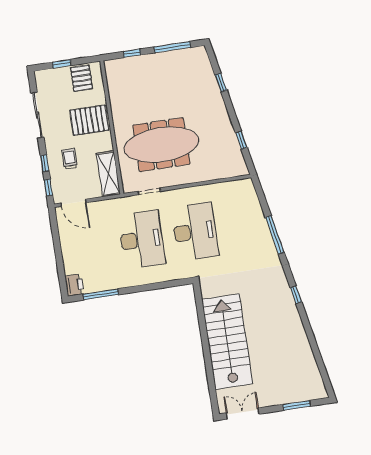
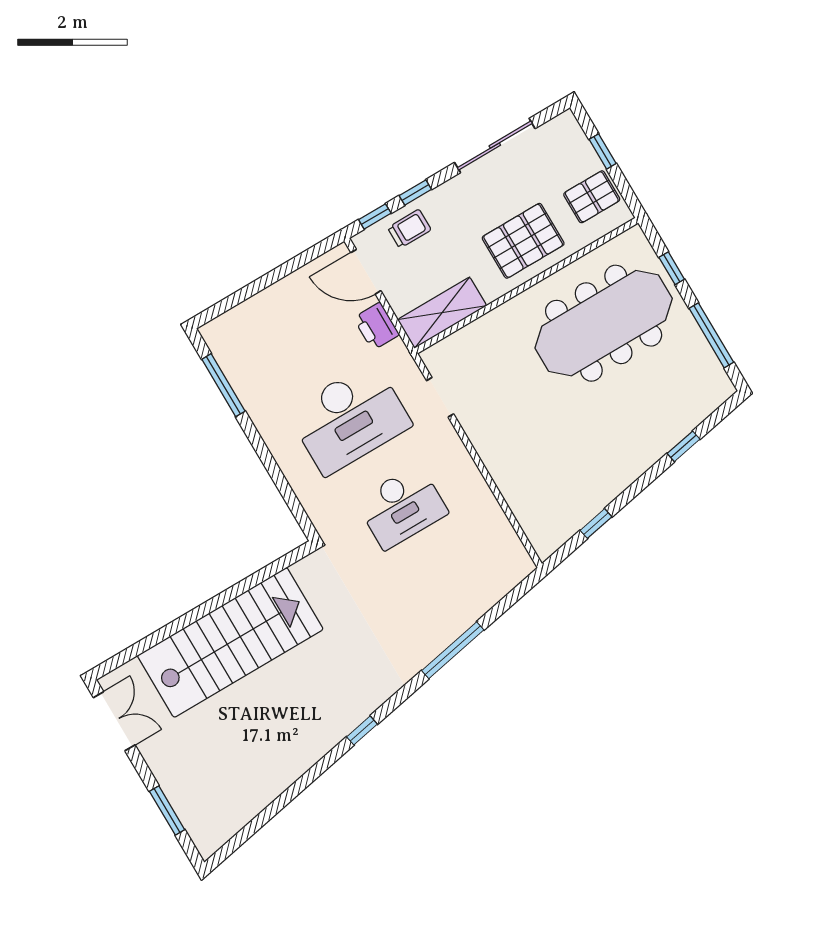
pallet: (89, 120) -> (523, 241), turned 90
meeting table: (161, 145) -> (604, 323), moved, turned 90
trolley: (70, 159) -> (409, 229), moved
door: (73, 203) -> (366, 272), hinge flipped
desk: (195, 232) -> (402, 507), width x0.73, depth x0.77
printer: (74, 285) -> (376, 326), moved, turned 90

